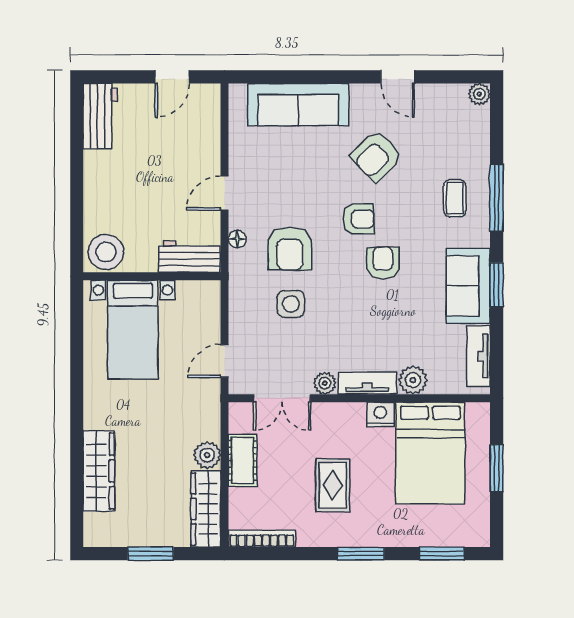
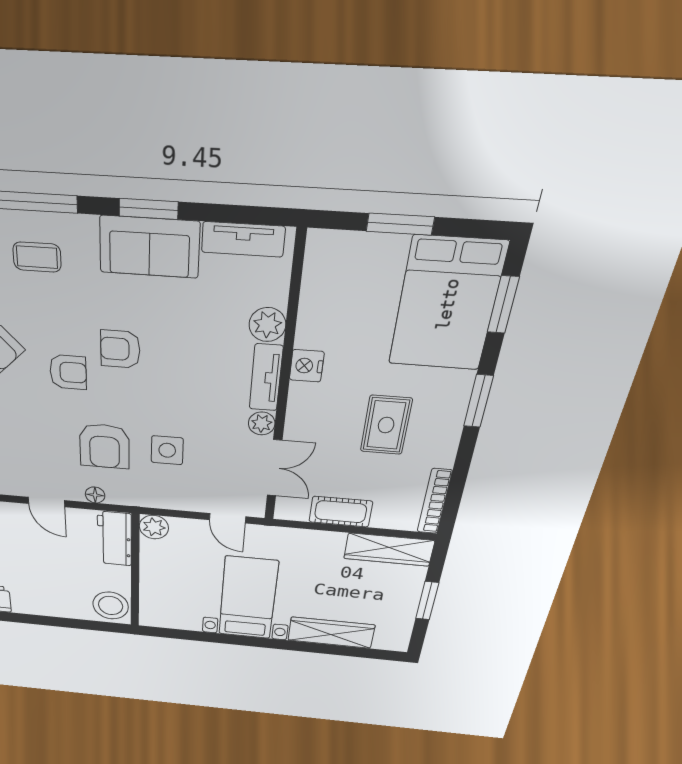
armchair: (359, 219) -> (68, 372), turned 90
armchair: (290, 249) -> (104, 446), turned 90
bed with nightstands: (133, 330) -> (248, 598), moved, turned -90
bed: (430, 453) -> (447, 304), moved, turned 90
plant: (207, 455) -> (154, 527), moved
rug: (333, 485) -> (386, 425), turned 90

